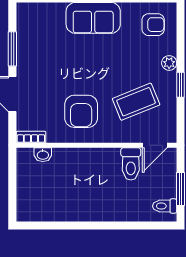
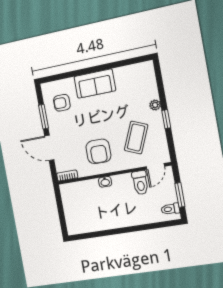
armchair: (153, 25) -> (62, 103), moved, turned 180
coffee table: (136, 102) -> (136, 138), turned -45
washbasin: (43, 155) -> (105, 182), moved

